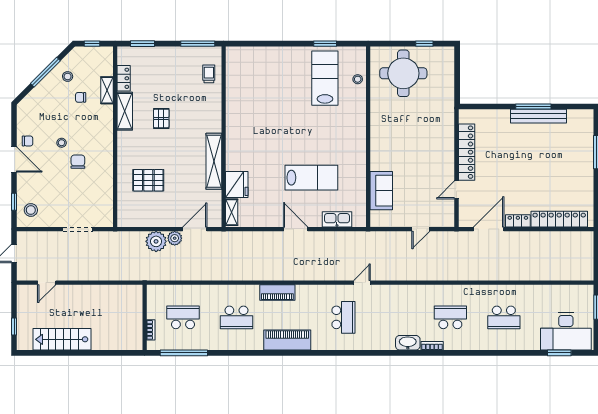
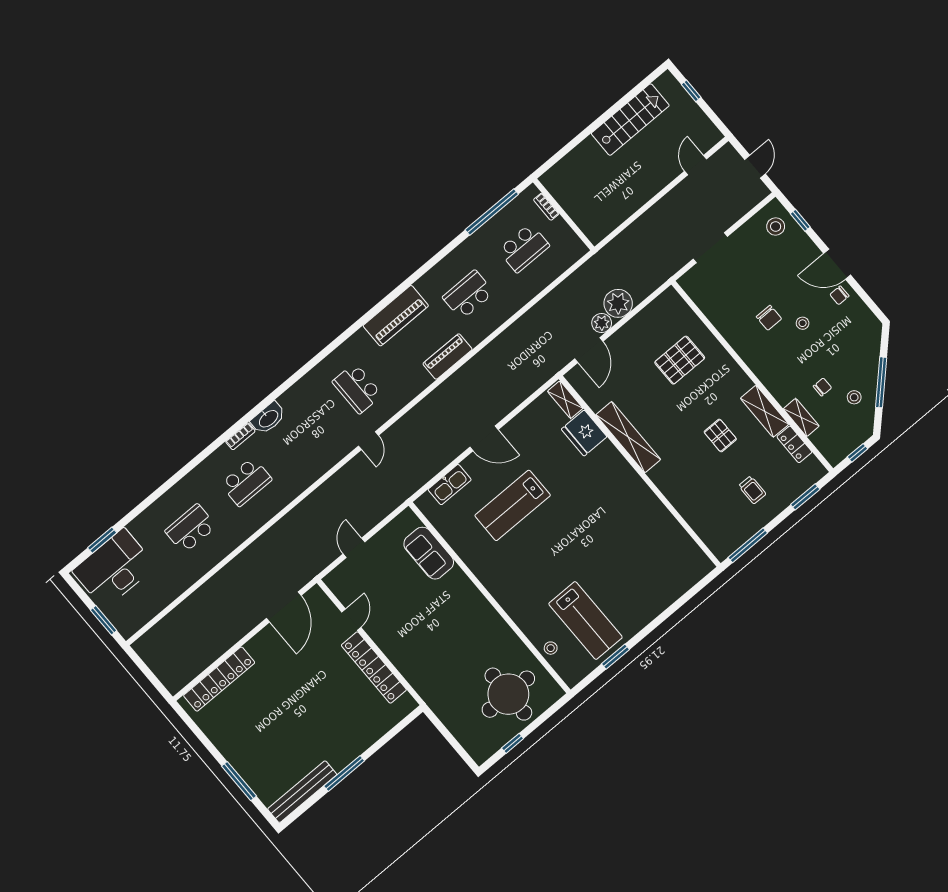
trolley: (209, 74) -> (752, 490), moved
bench: (539, 116) -> (302, 792), moved
locker: (518, 221) -> (260, 641), removed

